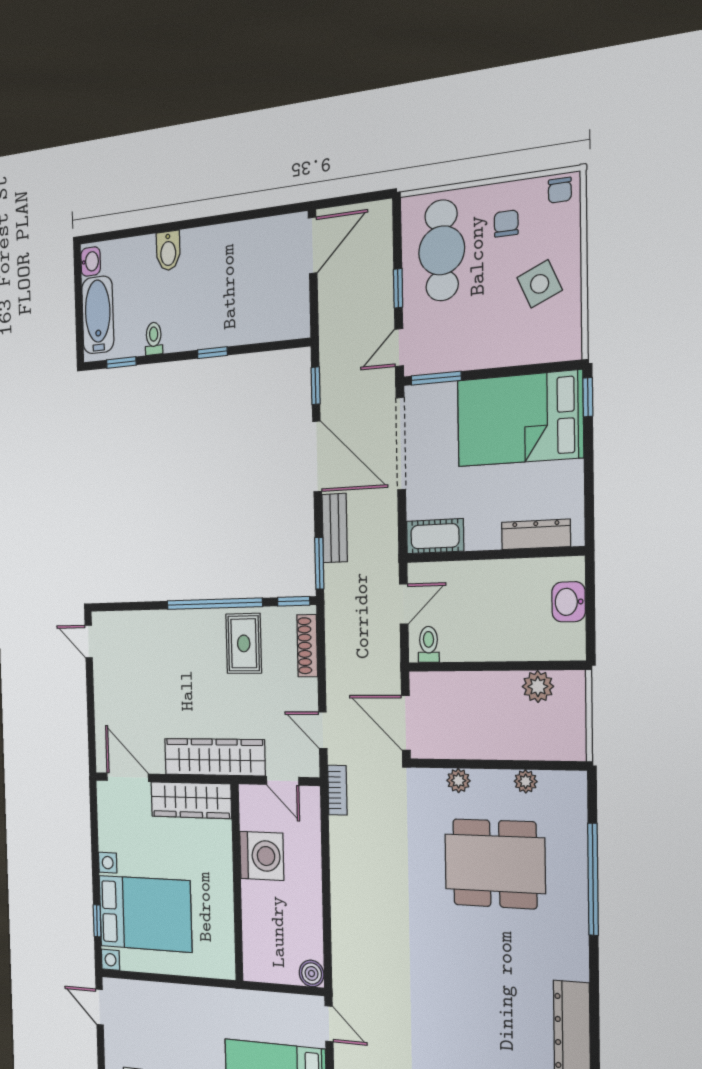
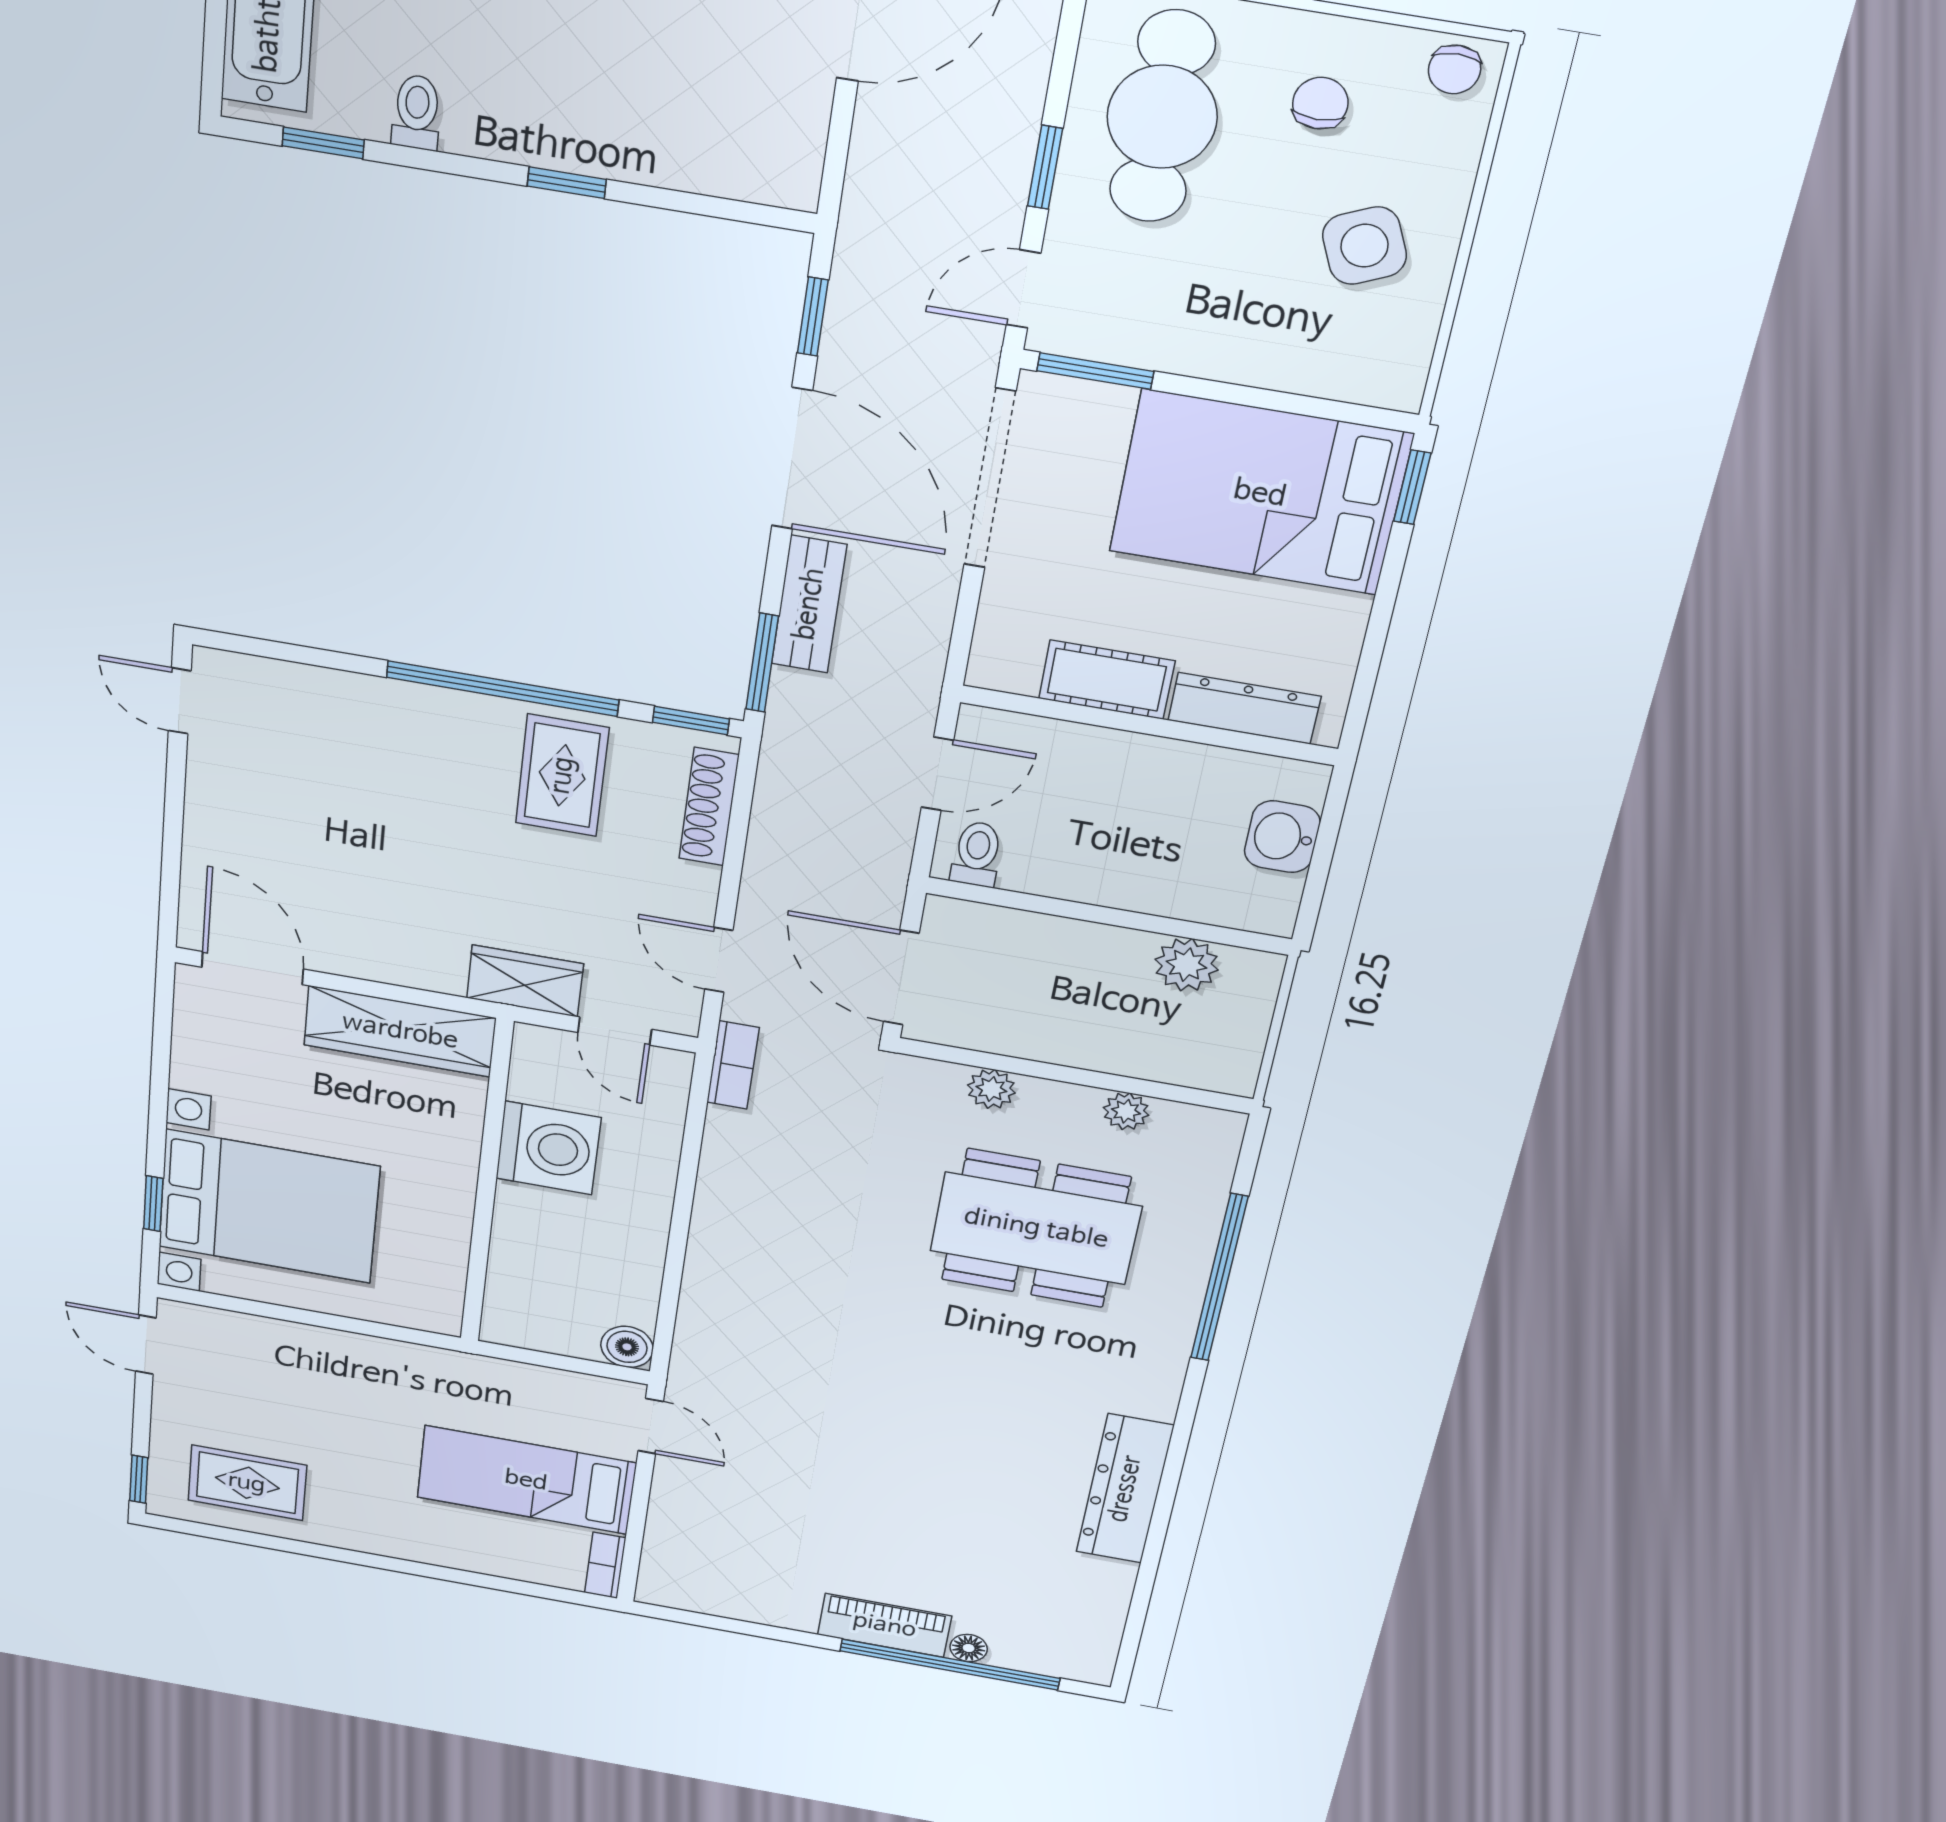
cot: (435, 536) -> (1107, 680), moved
wardrobe: (214, 757) -> (525, 981), width x0.48, depth x0.85

